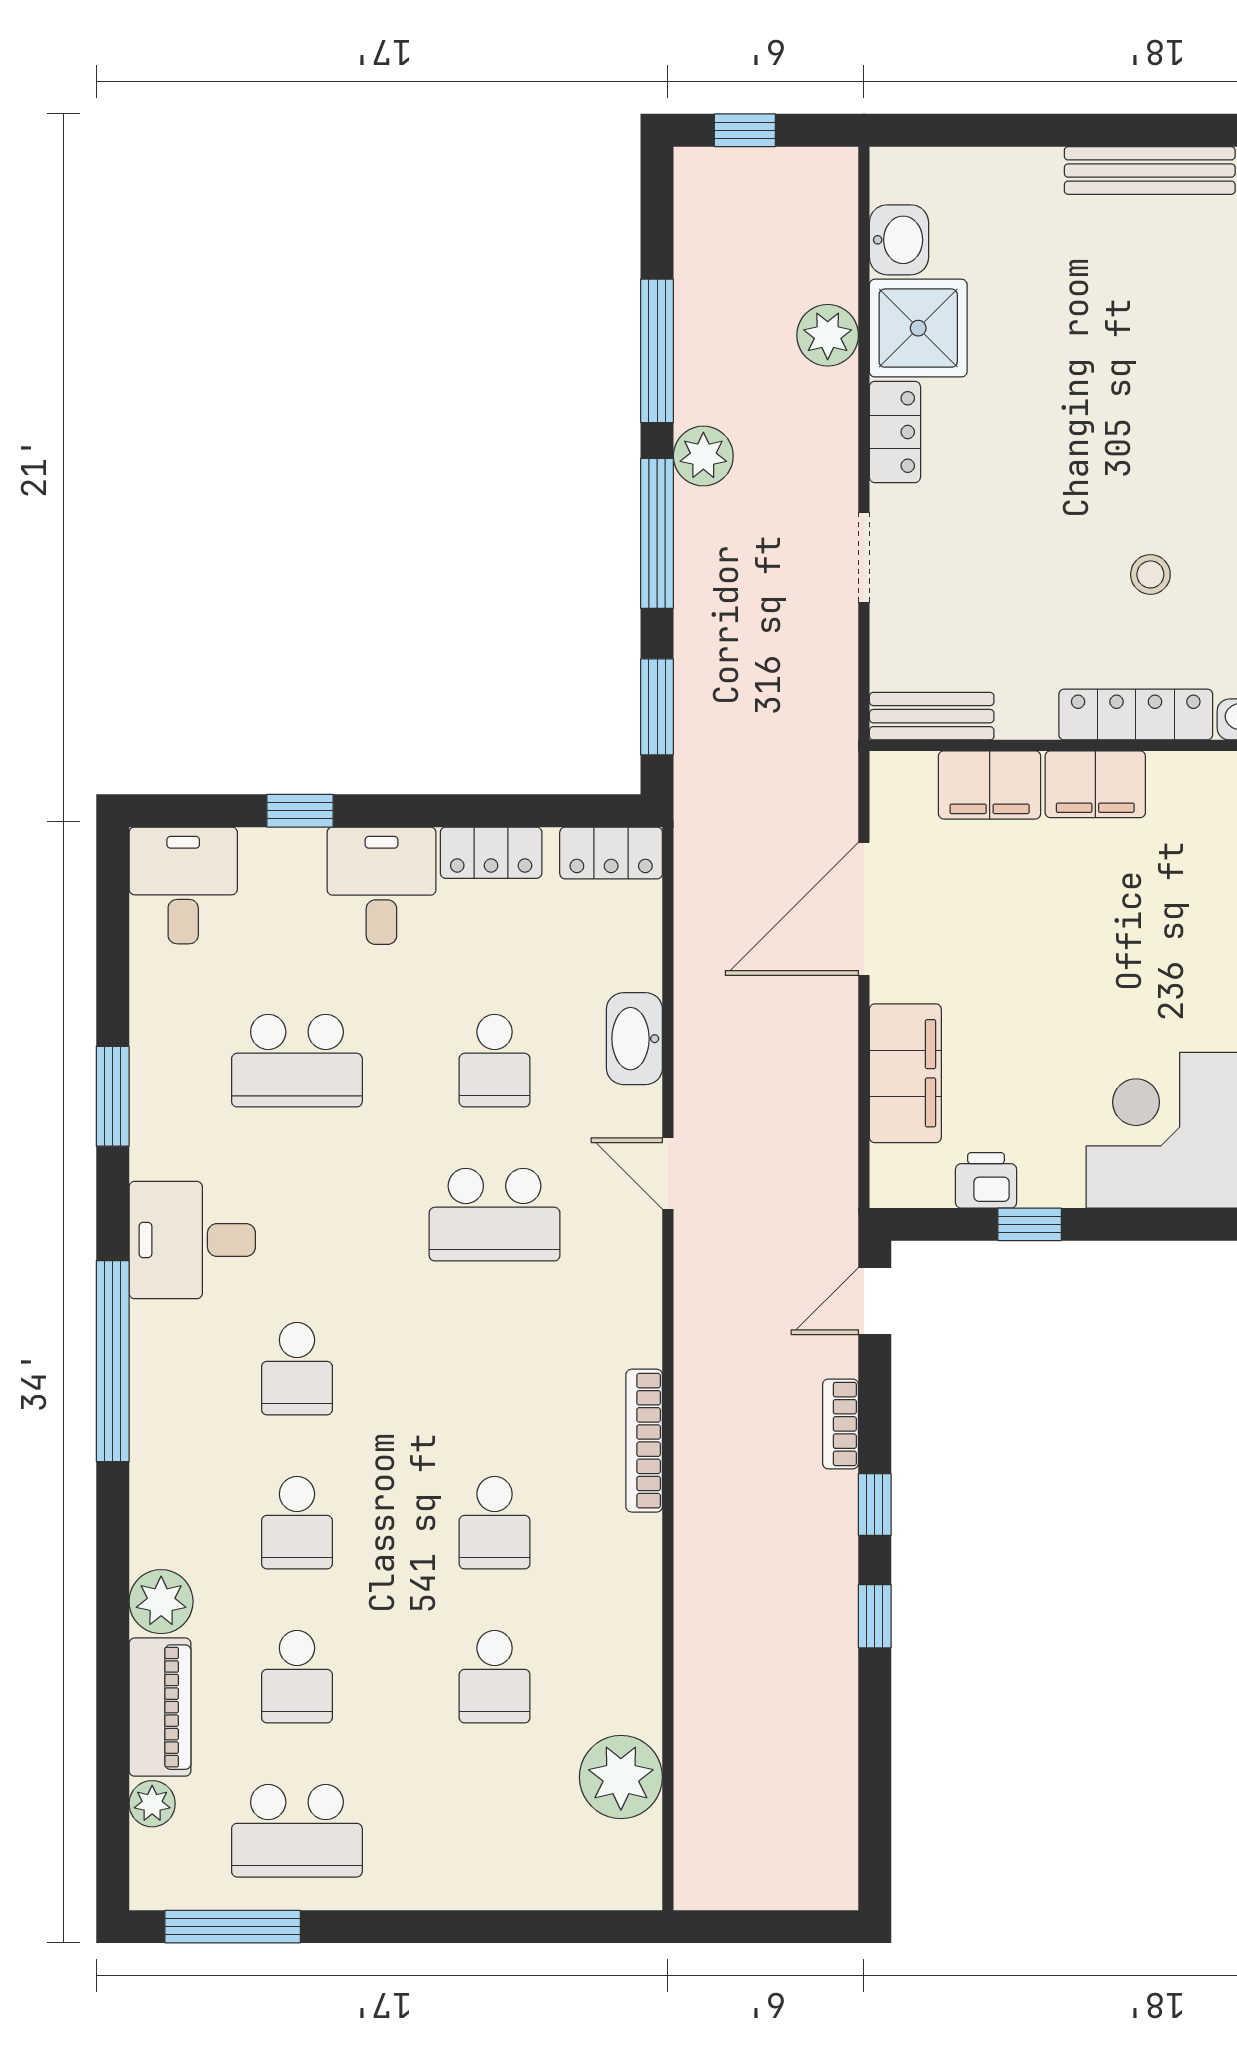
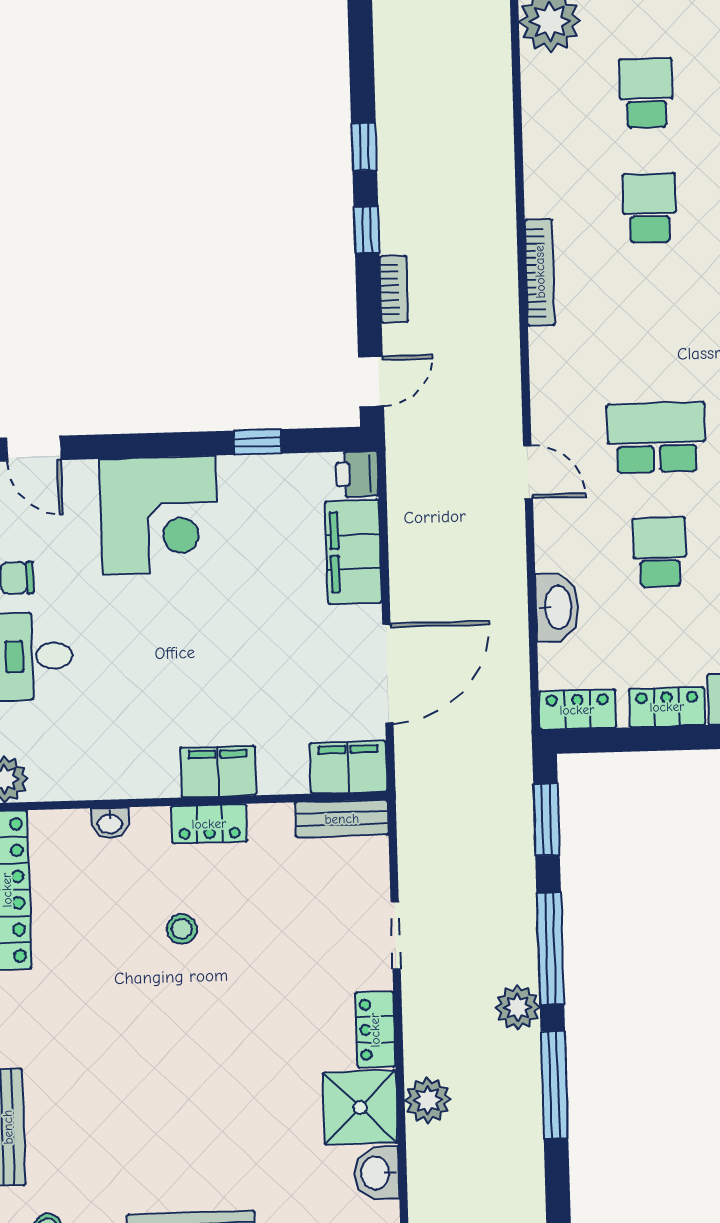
locker: (1136, 714) -> (209, 824), width x0.66
filing cabinet: (990, 785) -> (348, 767), moved
washbasin: (634, 1039) -> (557, 607), moved
printer: (986, 1180) -> (357, 474), moved, turned 90

